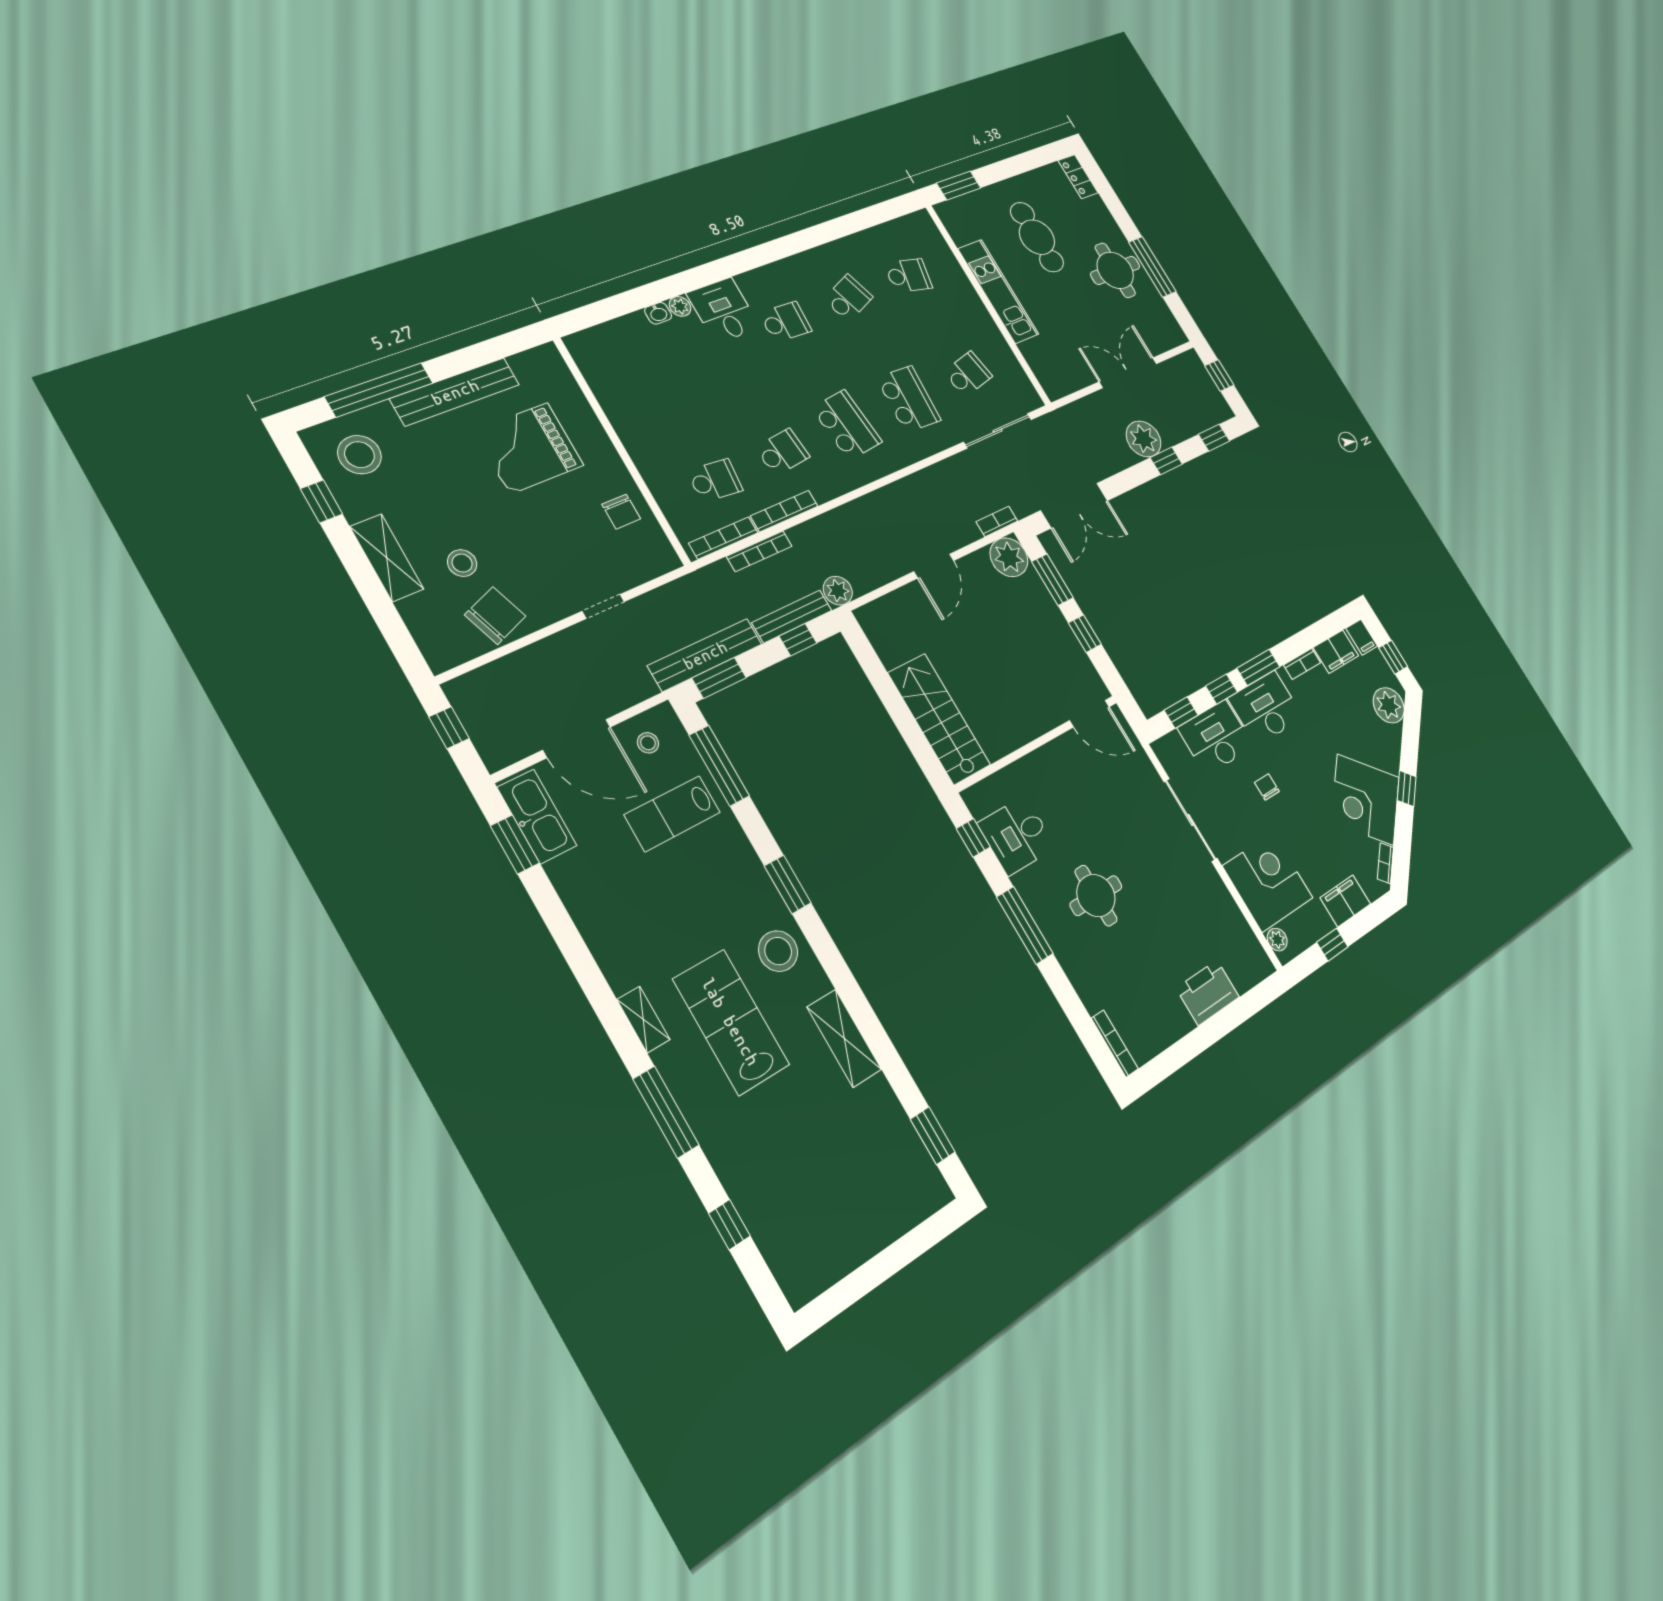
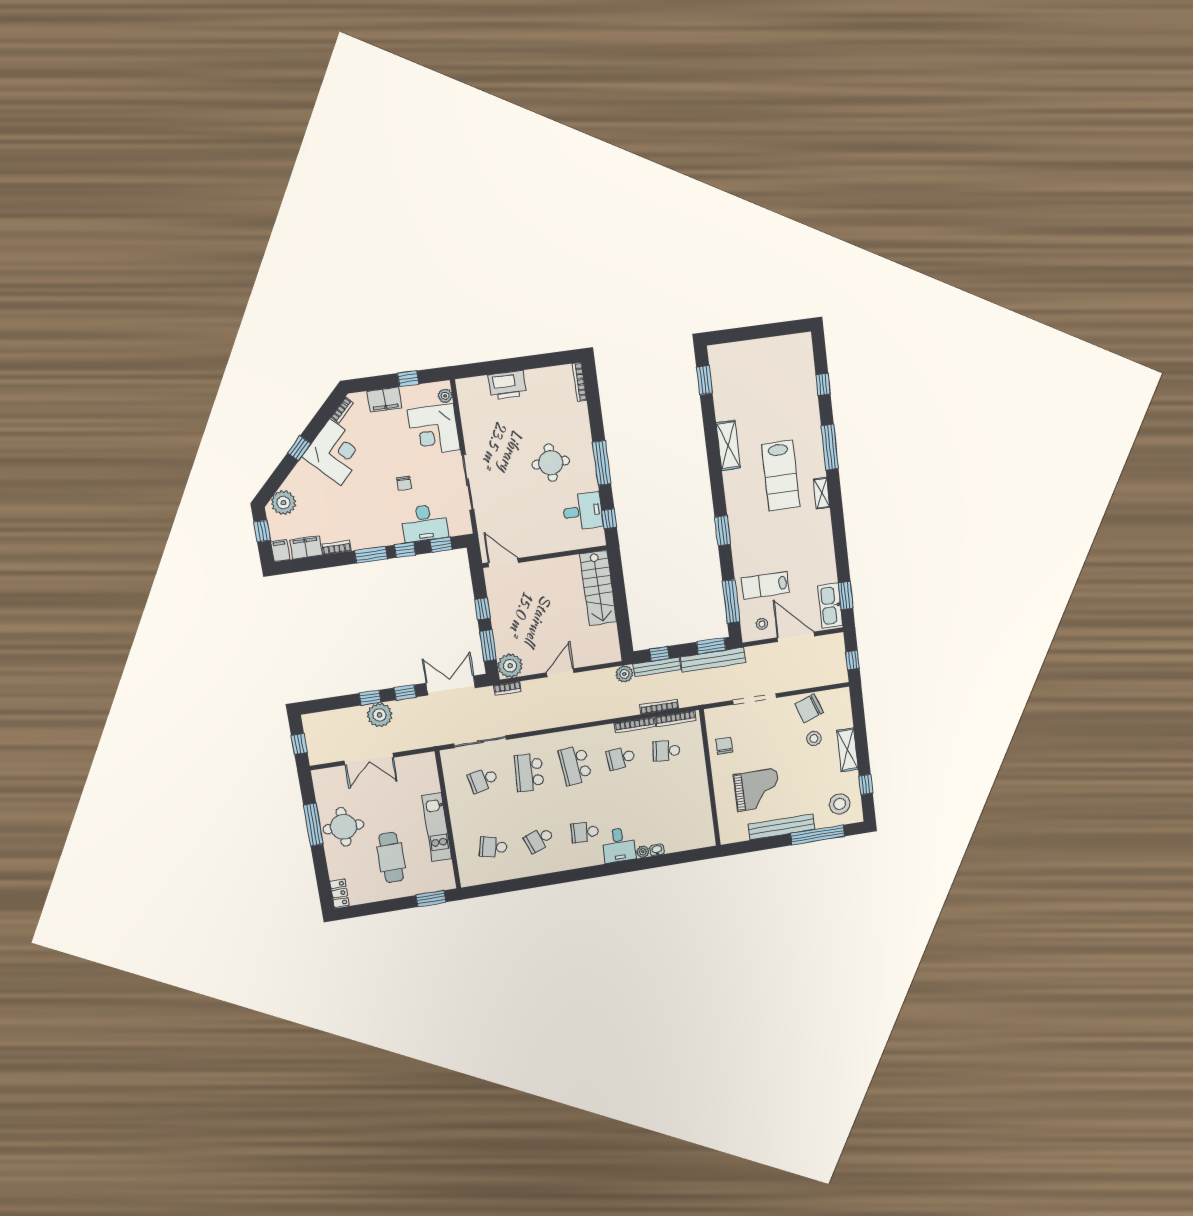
window: (1214, 438) -> (405, 692), moved
doorway: (603, 606) -> (755, 699), width x1.88
desk: (1266, 708) -> (379, 529), removed
lab bench: (672, 814) -> (765, 585), turned 180
stool: (778, 951) -> (742, 500), removed

